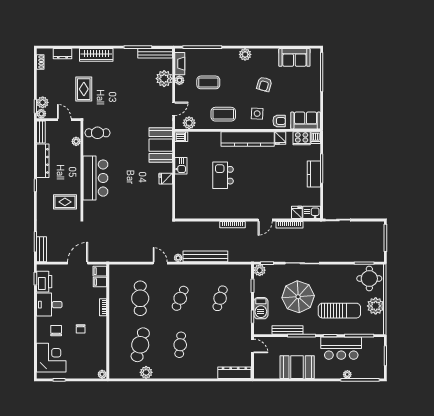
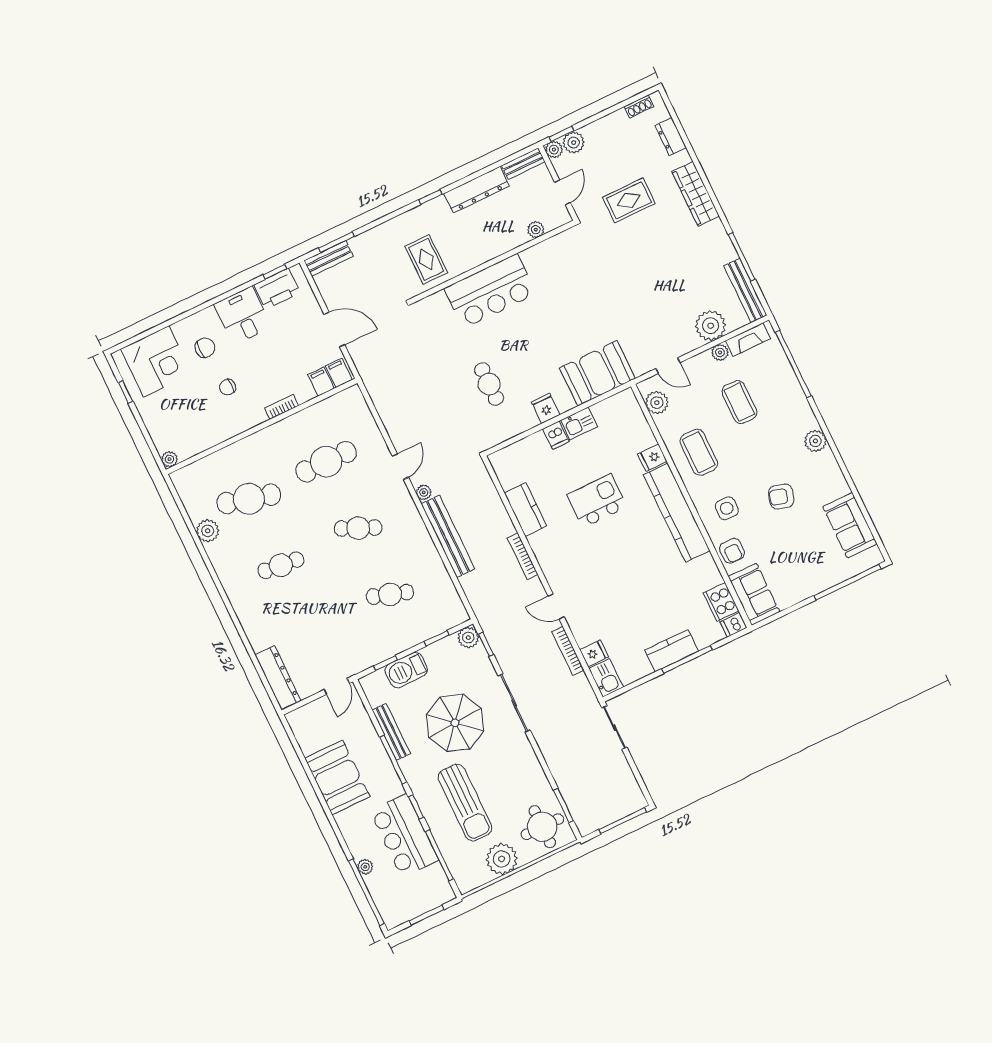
cafe table: (97, 133) -> (489, 384), moved
dishwasher: (181, 137) -> (556, 435), moved
fridge: (280, 138) -> (652, 458), moved
kitchen counter: (210, 212) -> (526, 509), added

